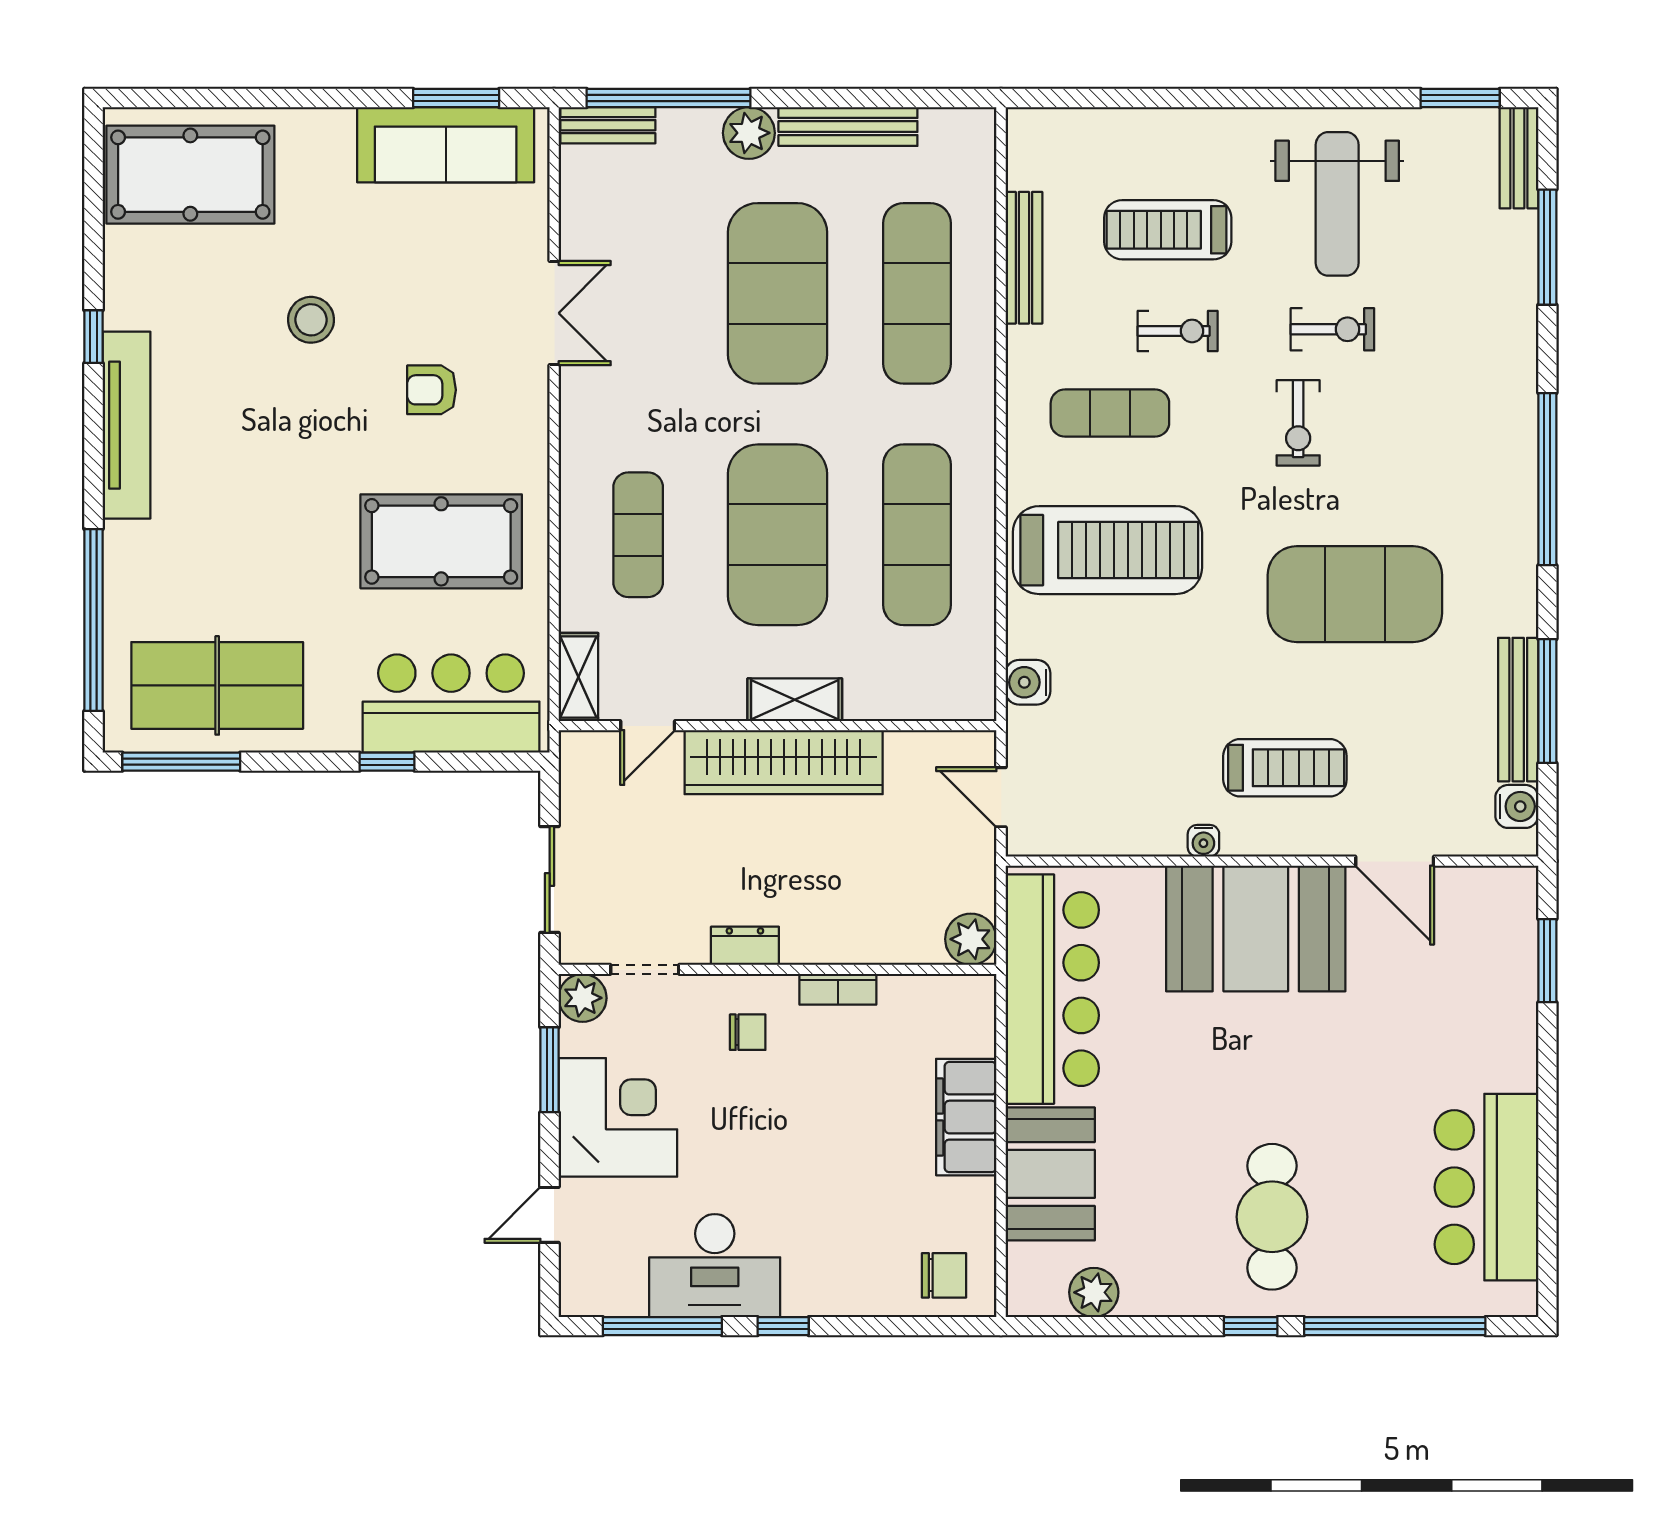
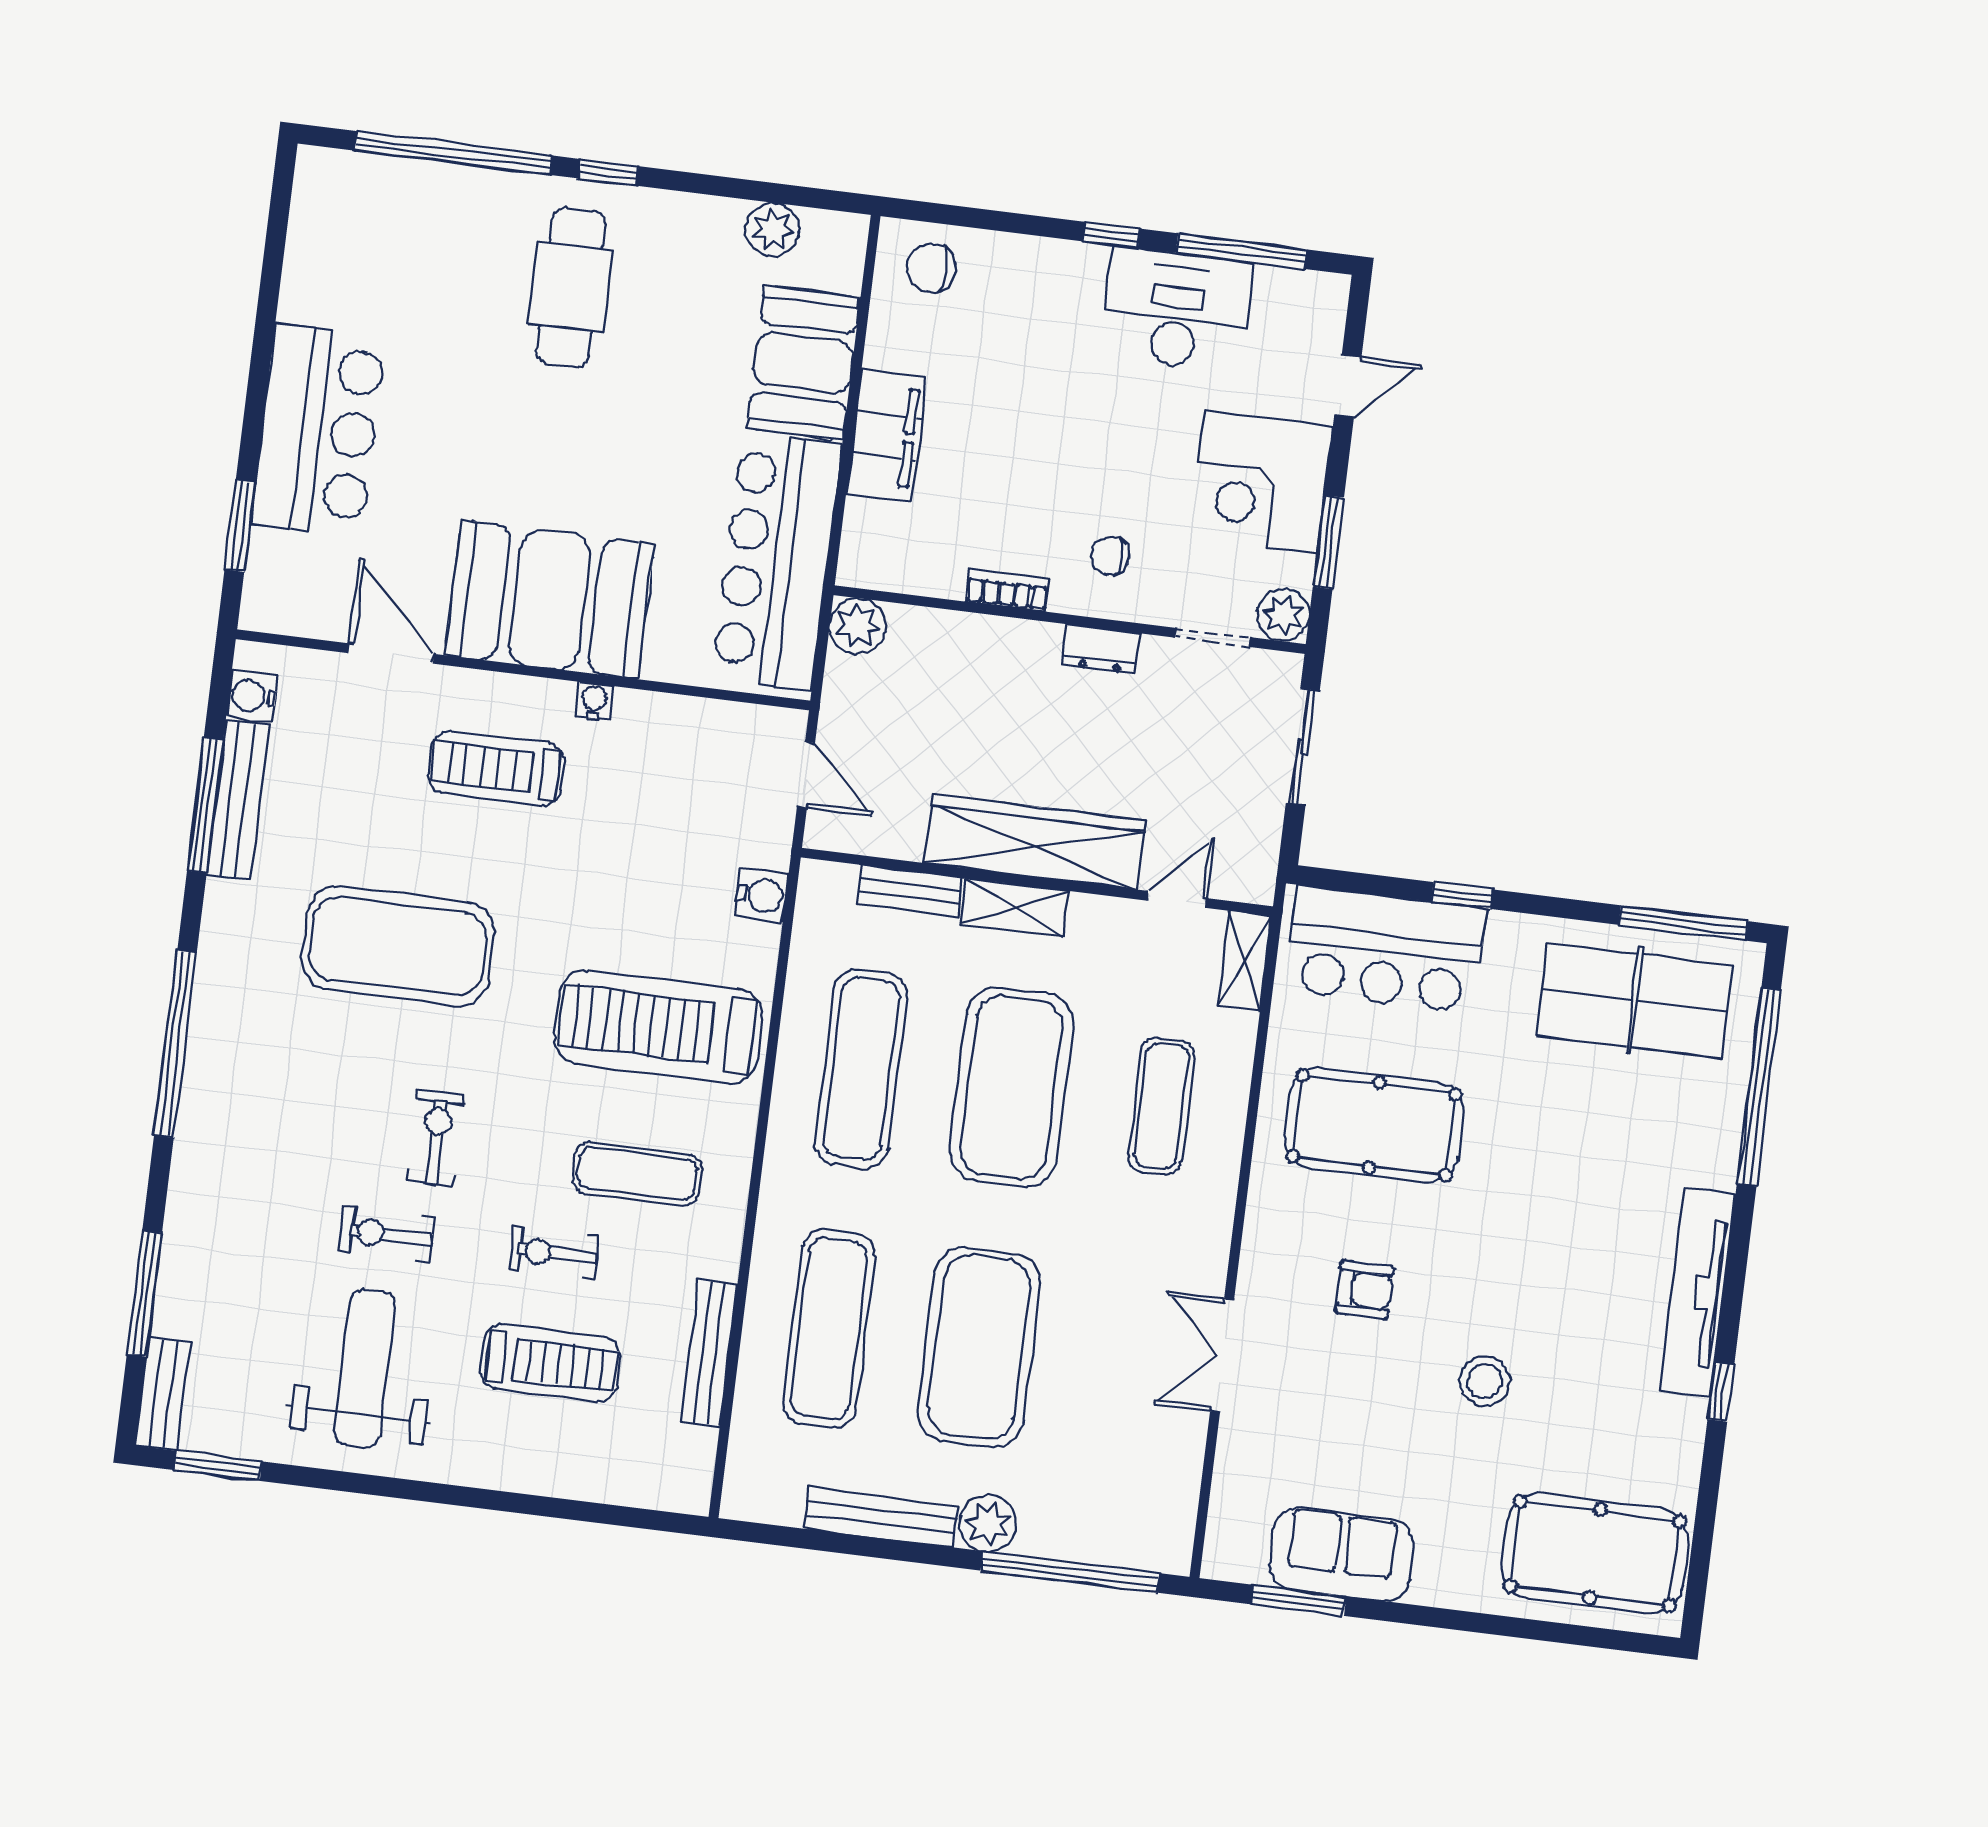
bench: (608, 125) -> (909, 891), moved
sofa: (446, 145) -> (1341, 1555), width x0.73
bar counter: (1486, 1187) -> (318, 430), moved

